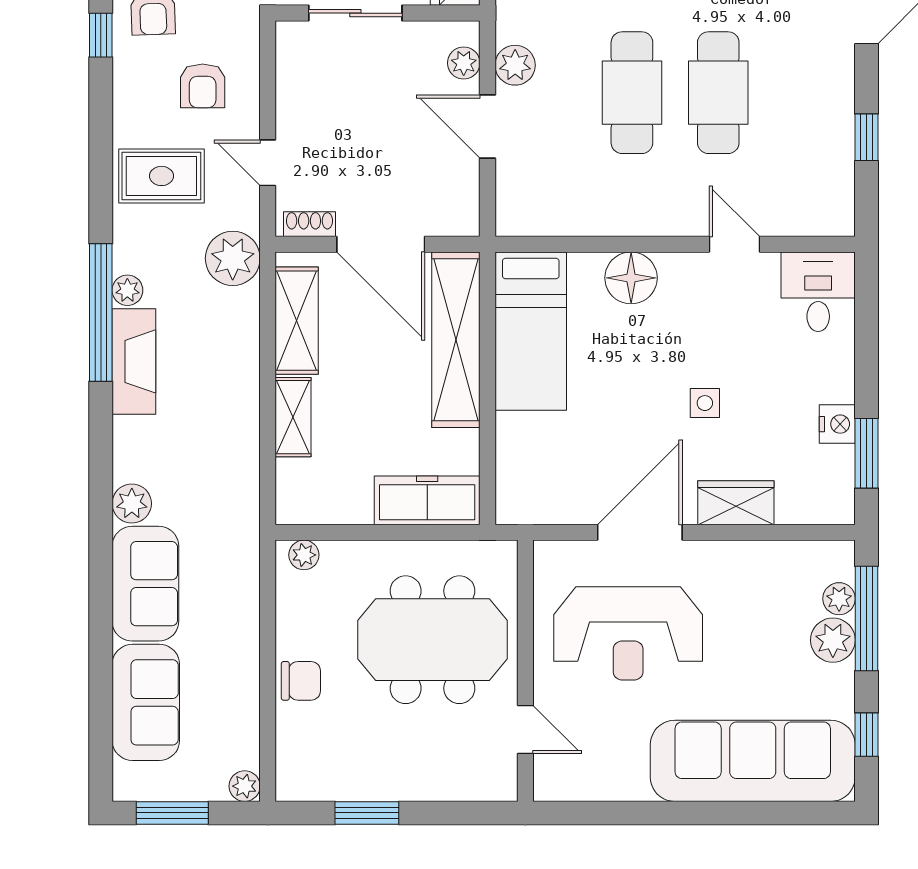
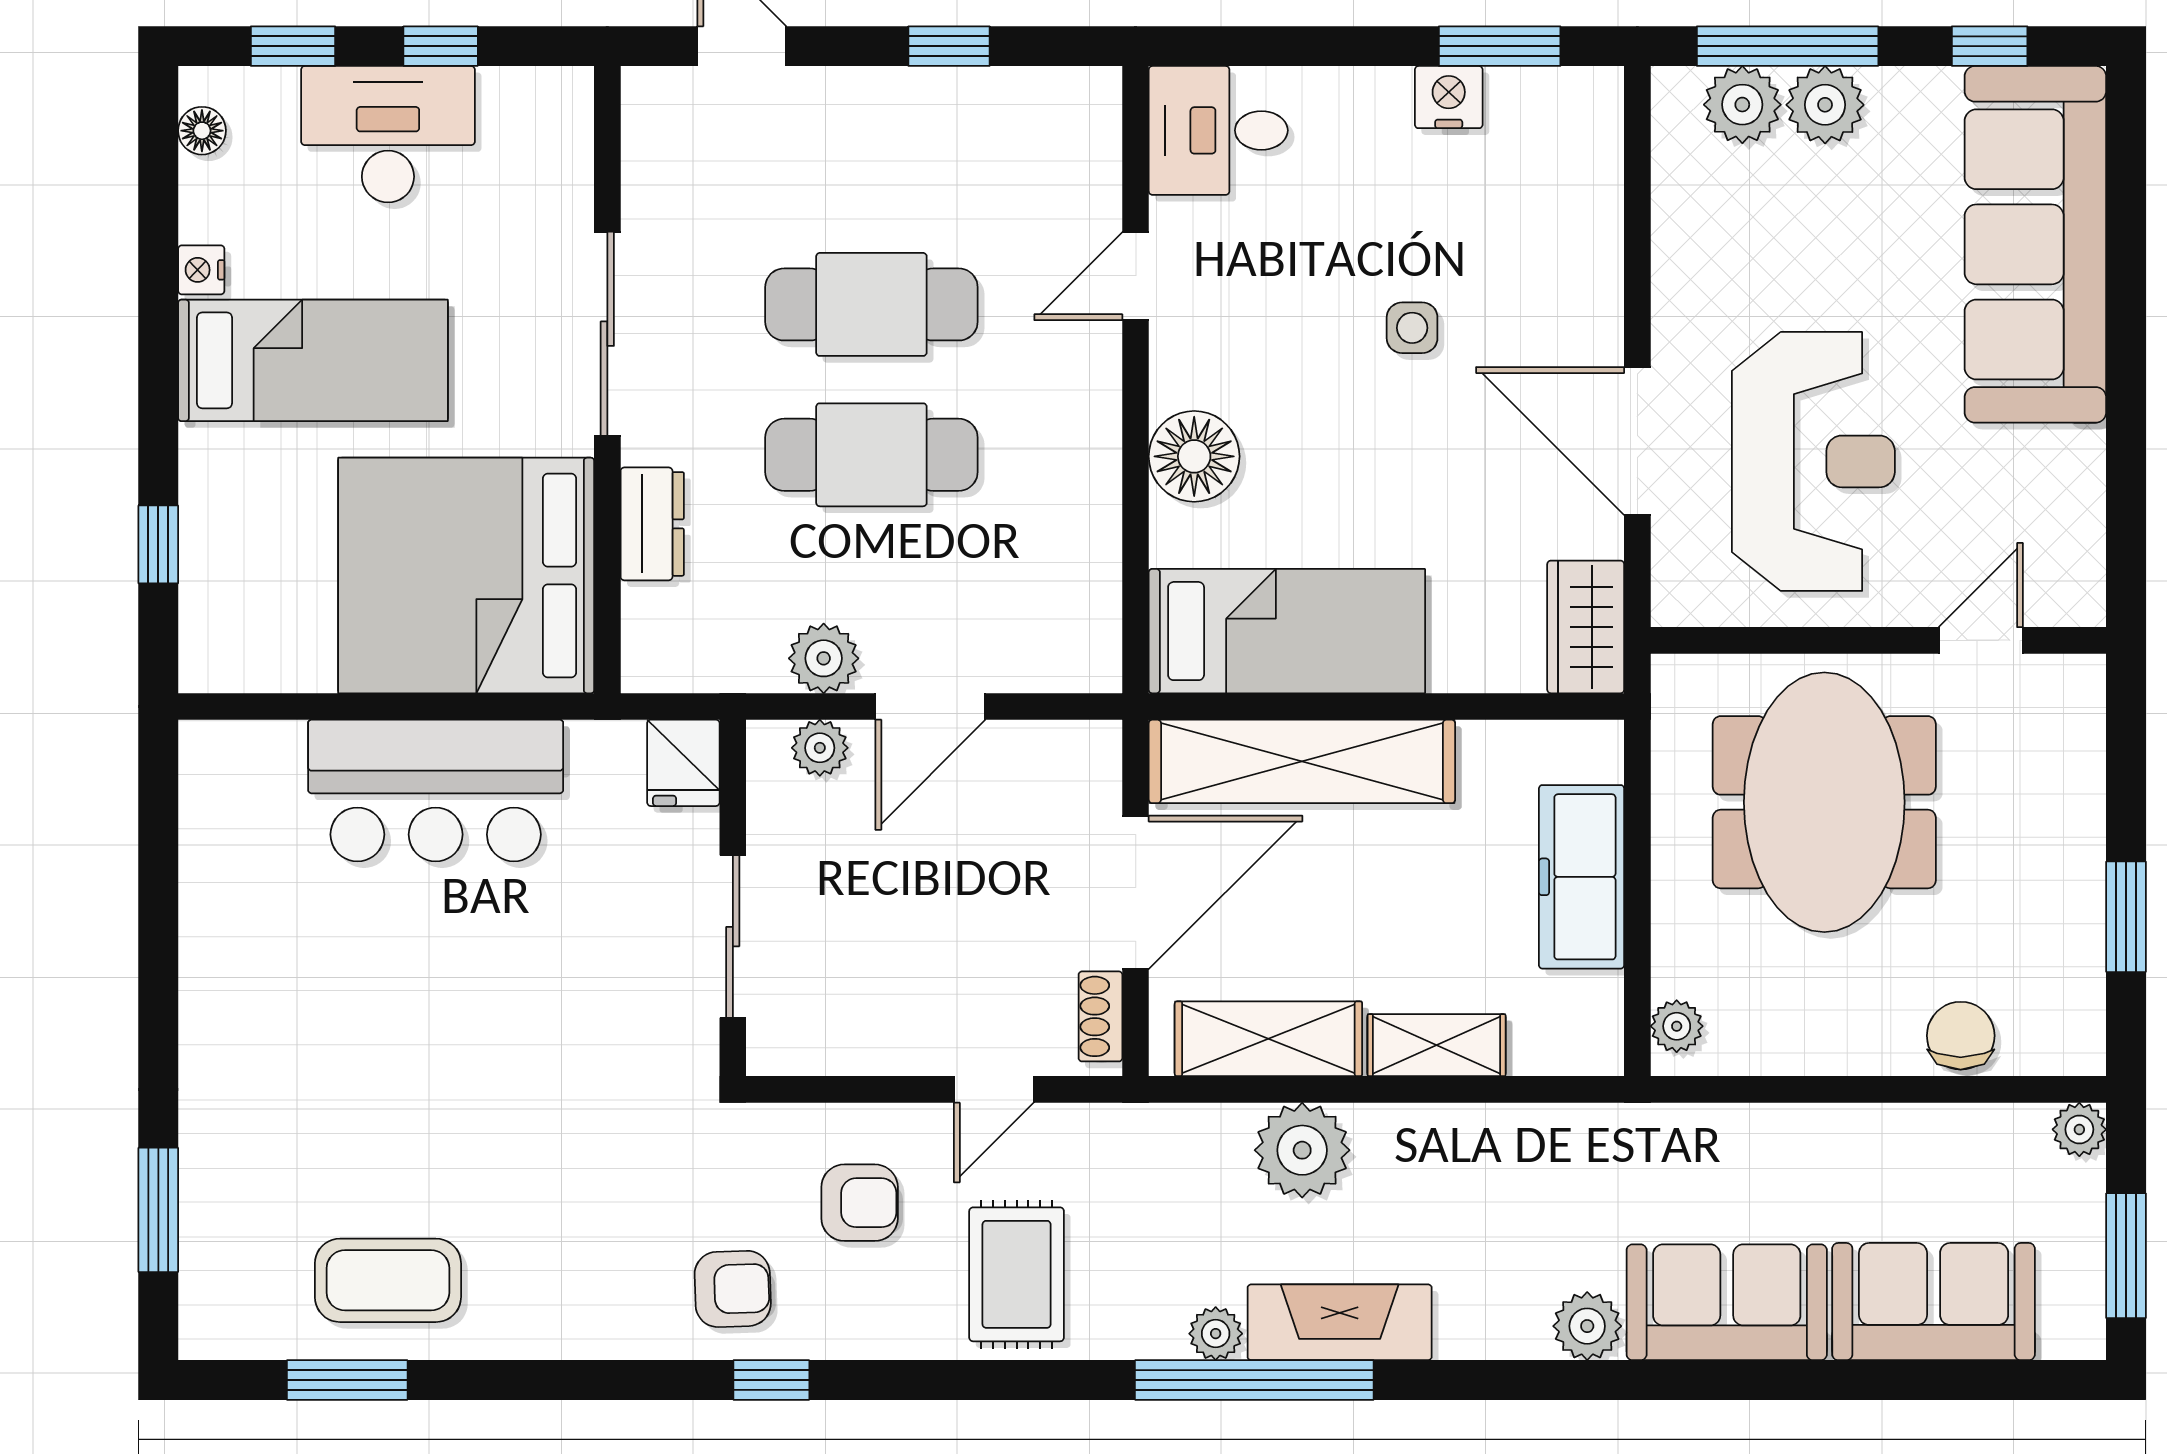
plant: (233, 258) -> (1302, 1150), moved
freezer: (427, 500) -> (1582, 877), moved
wardrobe: (736, 503) -> (1586, 627), moved
plant: (839, 599) -> (1742, 105), width x1.38, depth x1.38
chair: (301, 681) -> (1961, 1036), moved

